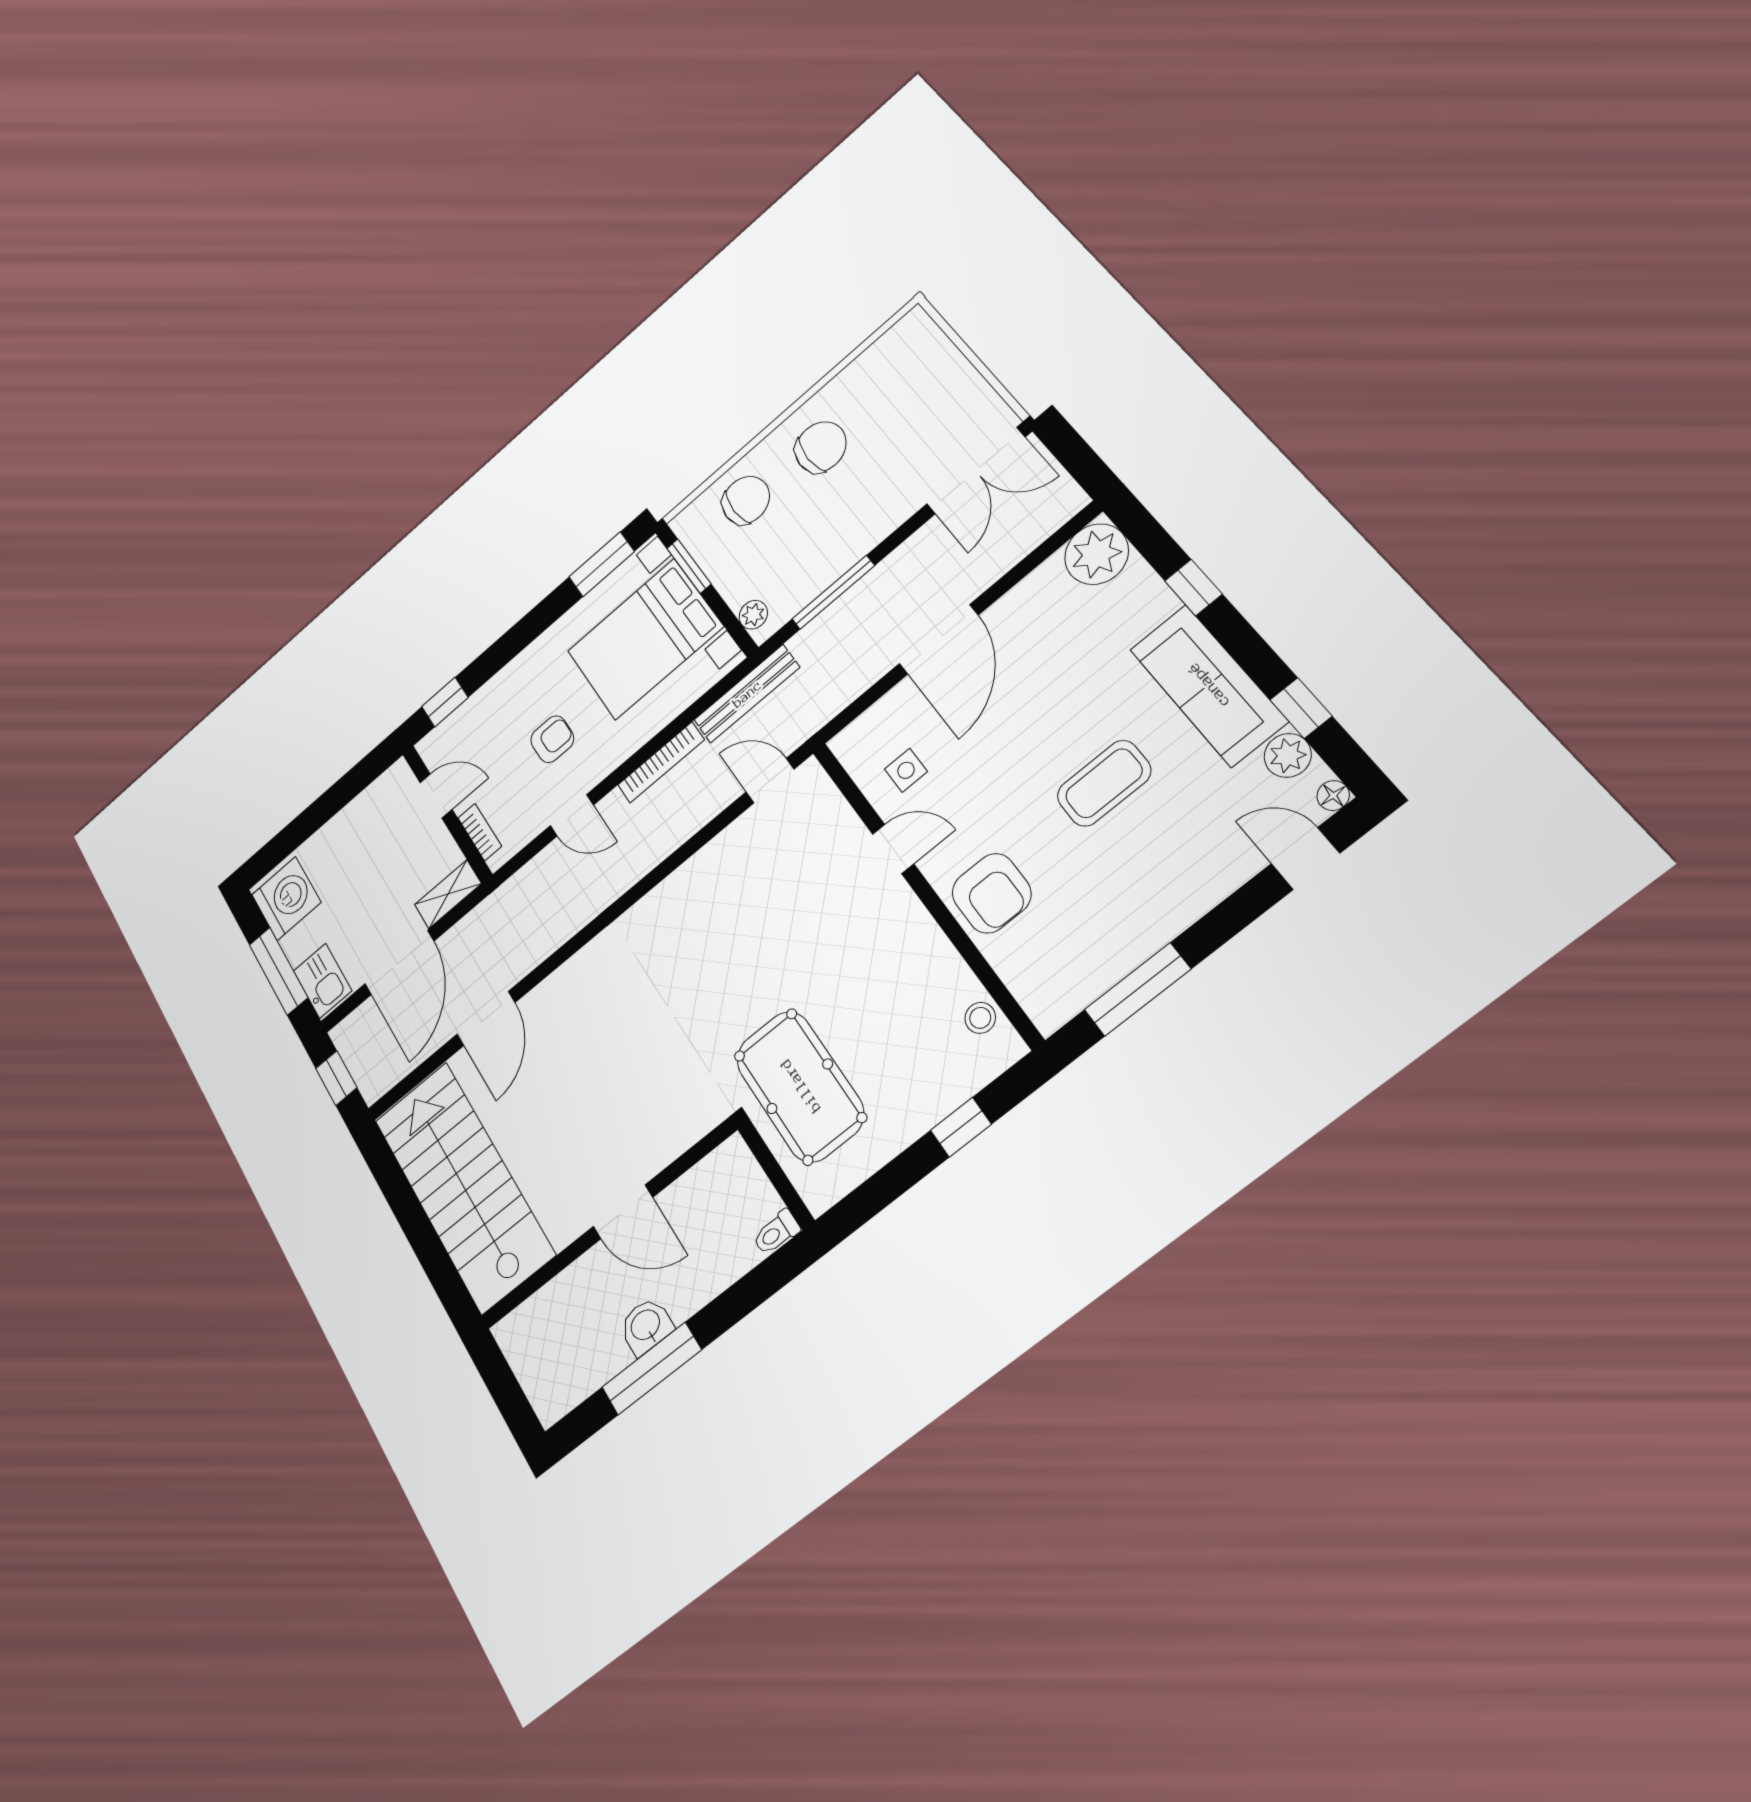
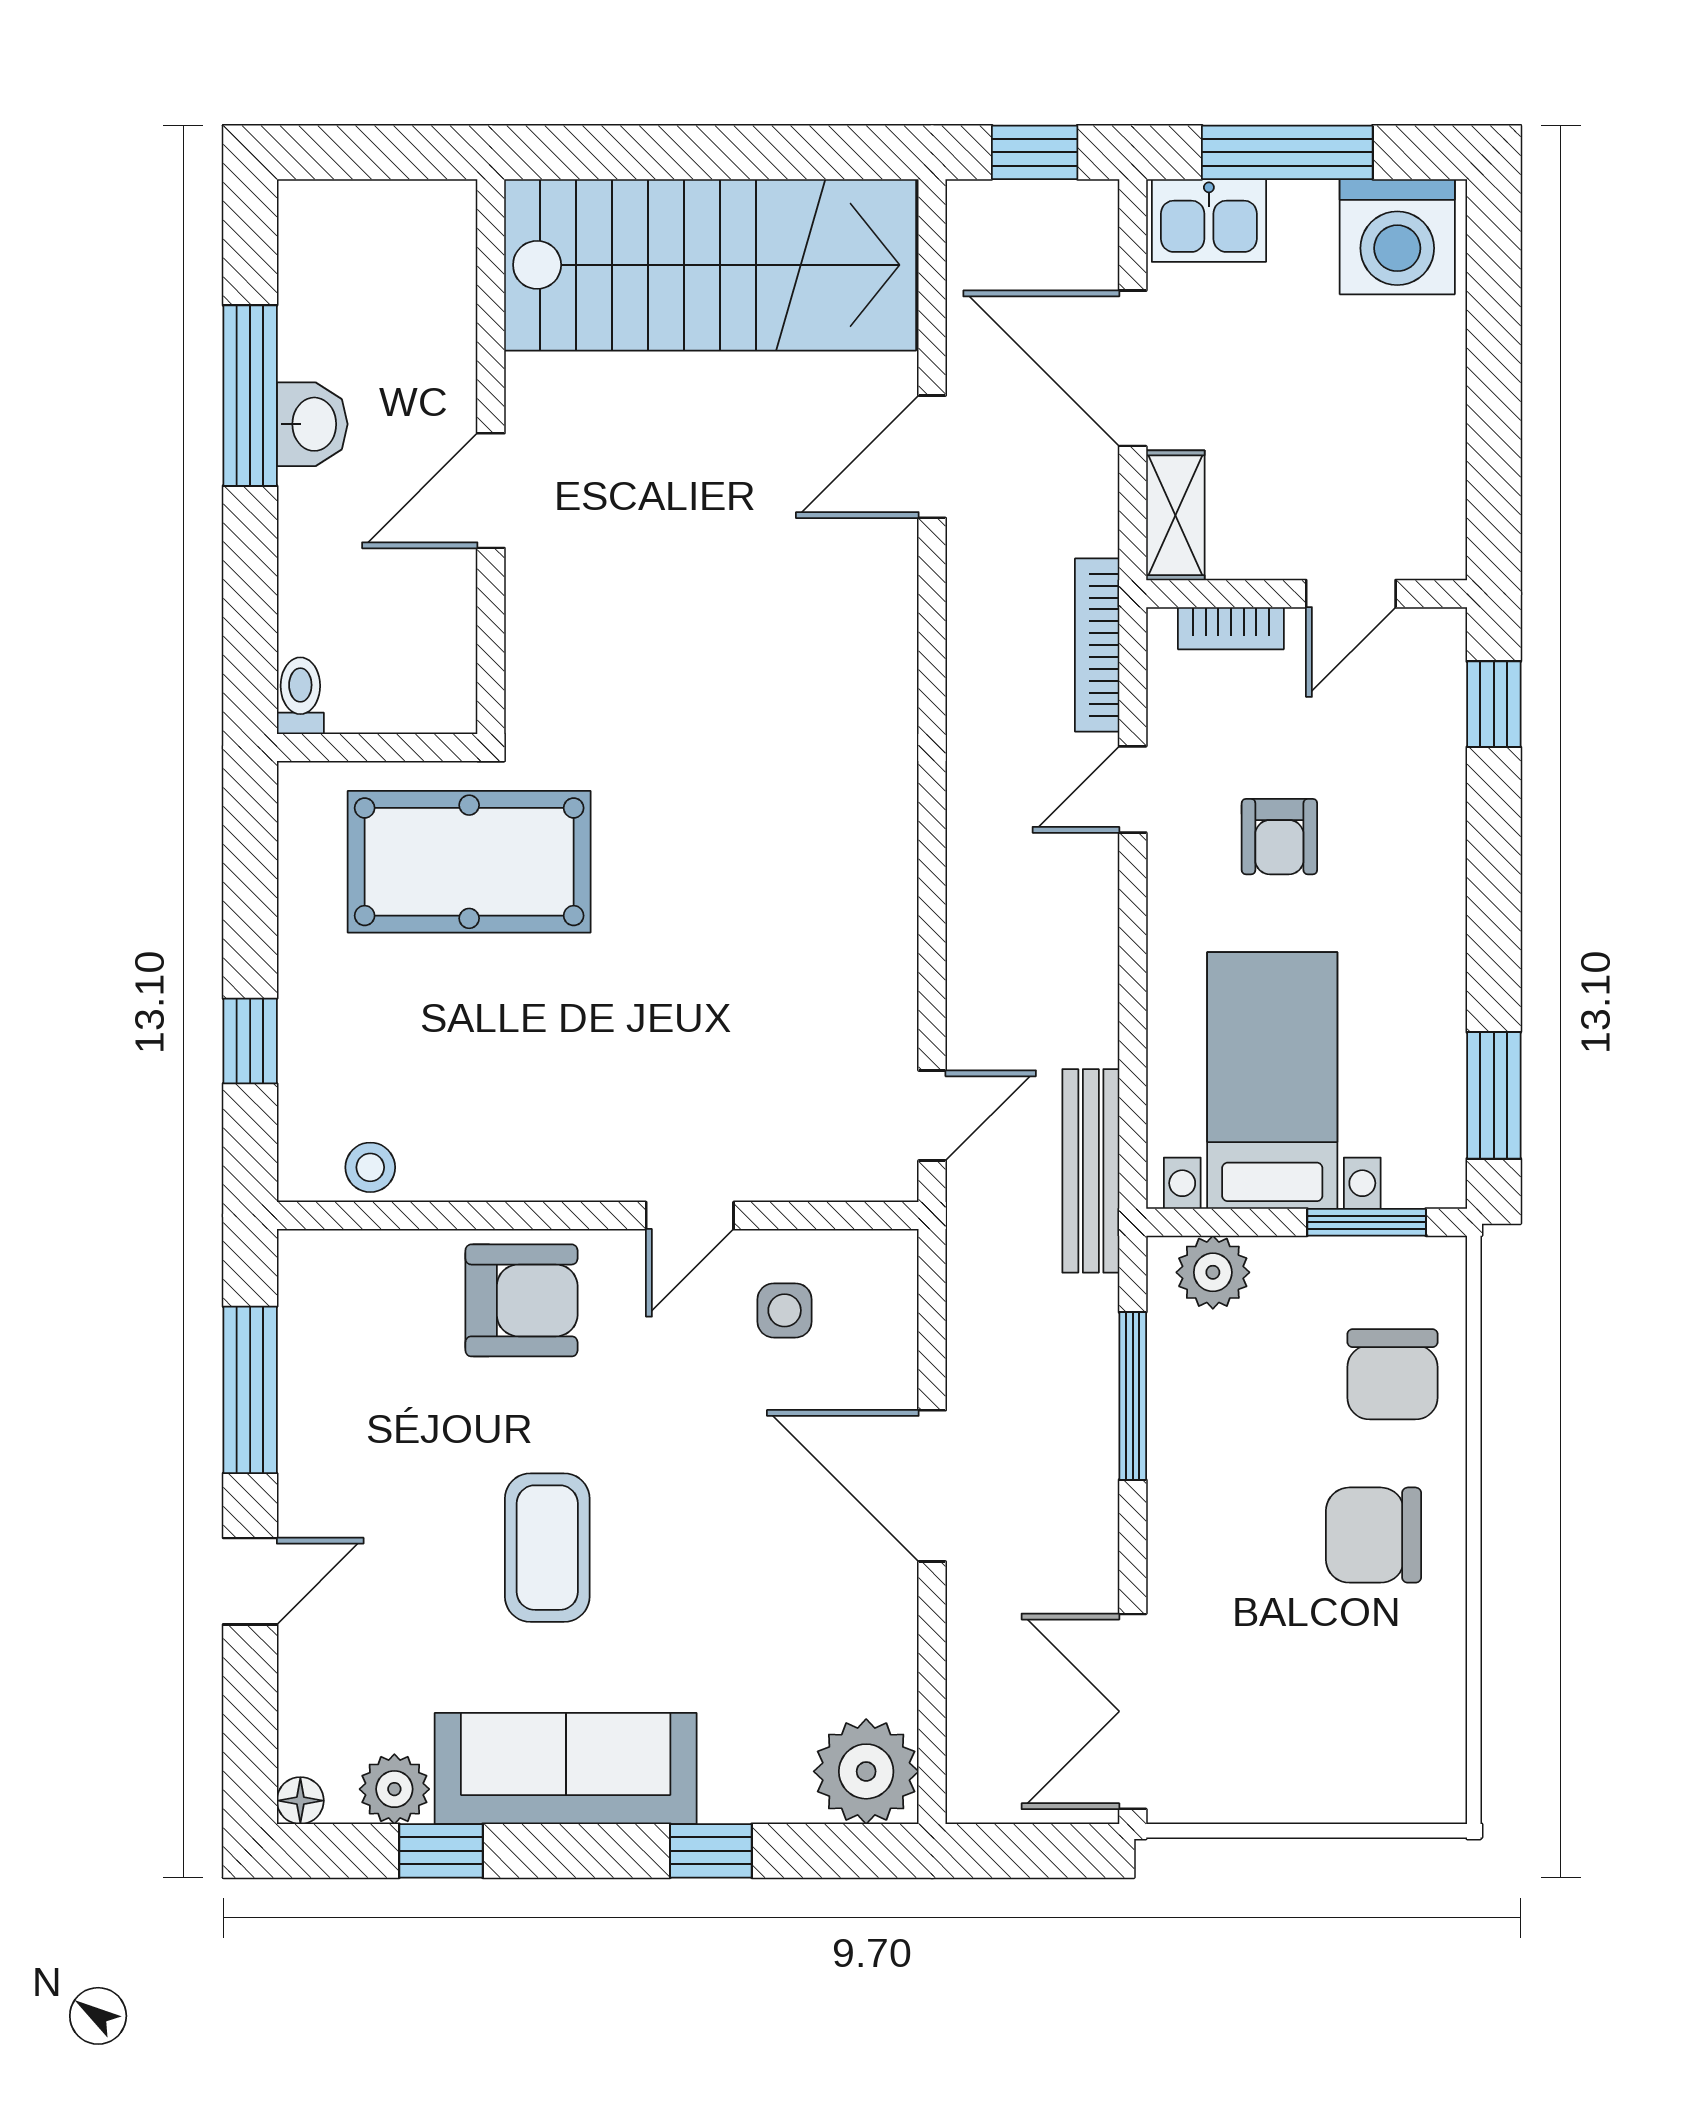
chair: (821, 447) -> (1374, 1535), turned 90
plant: (753, 615) -> (1213, 1272), width x1.38, depth x1.38
bed with nightstands: (645, 639) -> (1272, 1080), width x0.73
bookcase: (661, 762) -> (1097, 645), moved
door: (1305, 858) -> (250, 1581), moved
armchair: (992, 893) -> (521, 1300), turned 180
door: (486, 1019) -> (932, 457), hinge flipped

